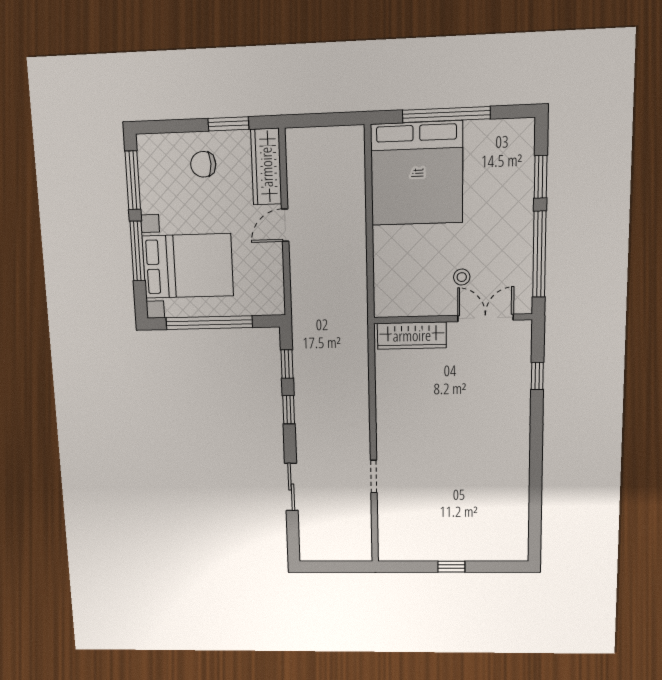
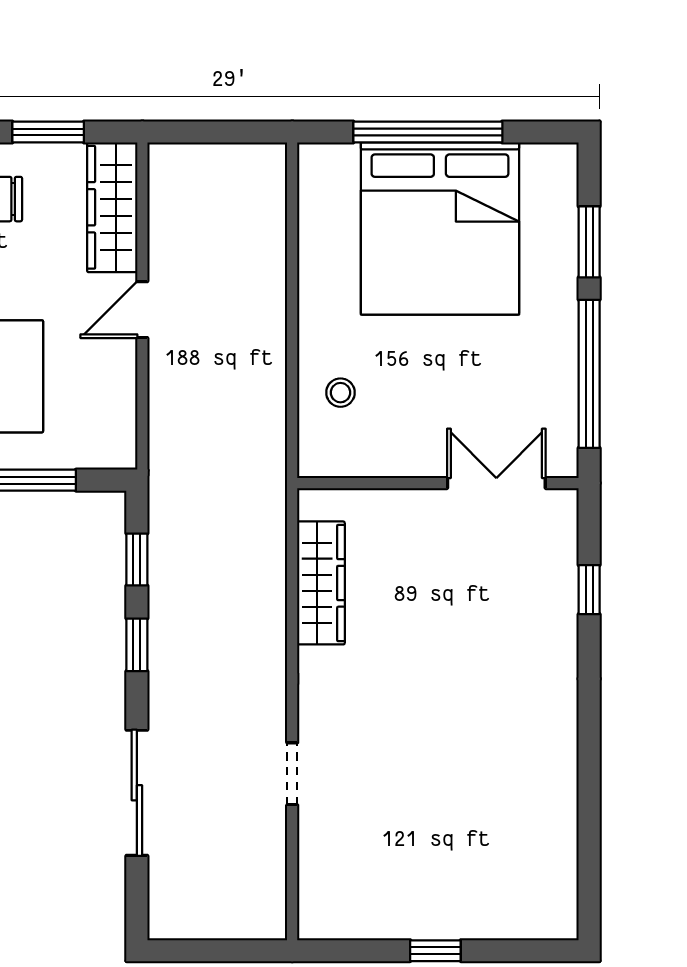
bed: (417, 173) -> (440, 228), moved
stool: (462, 277) -> (340, 393), moved
wardrobe: (412, 335) -> (321, 583), moved, turned -90
sliding door: (291, 487) -> (137, 793), width x1.37

